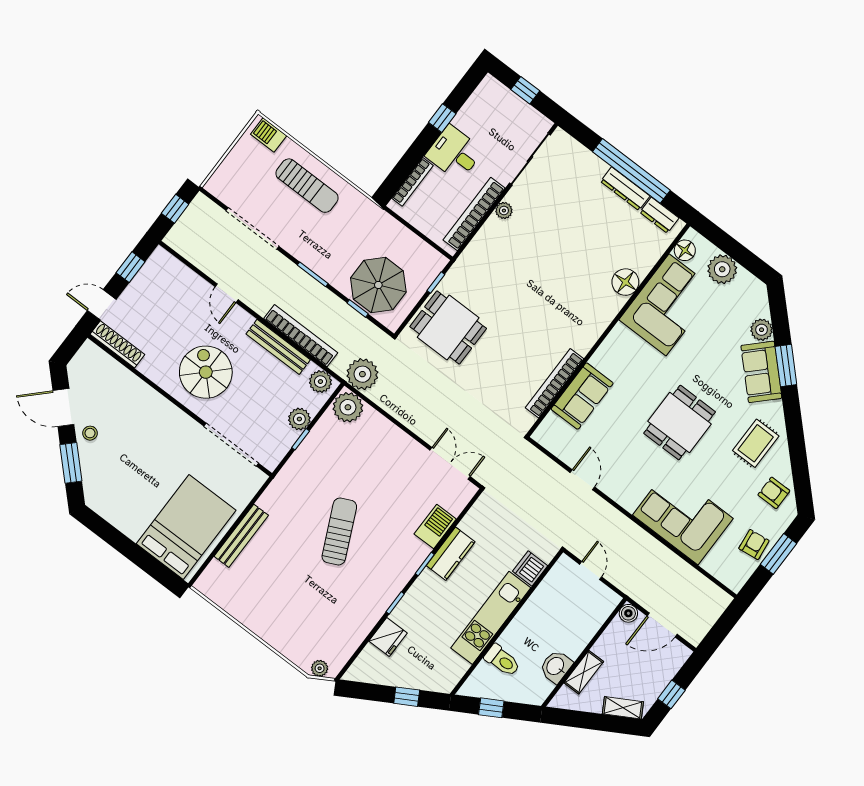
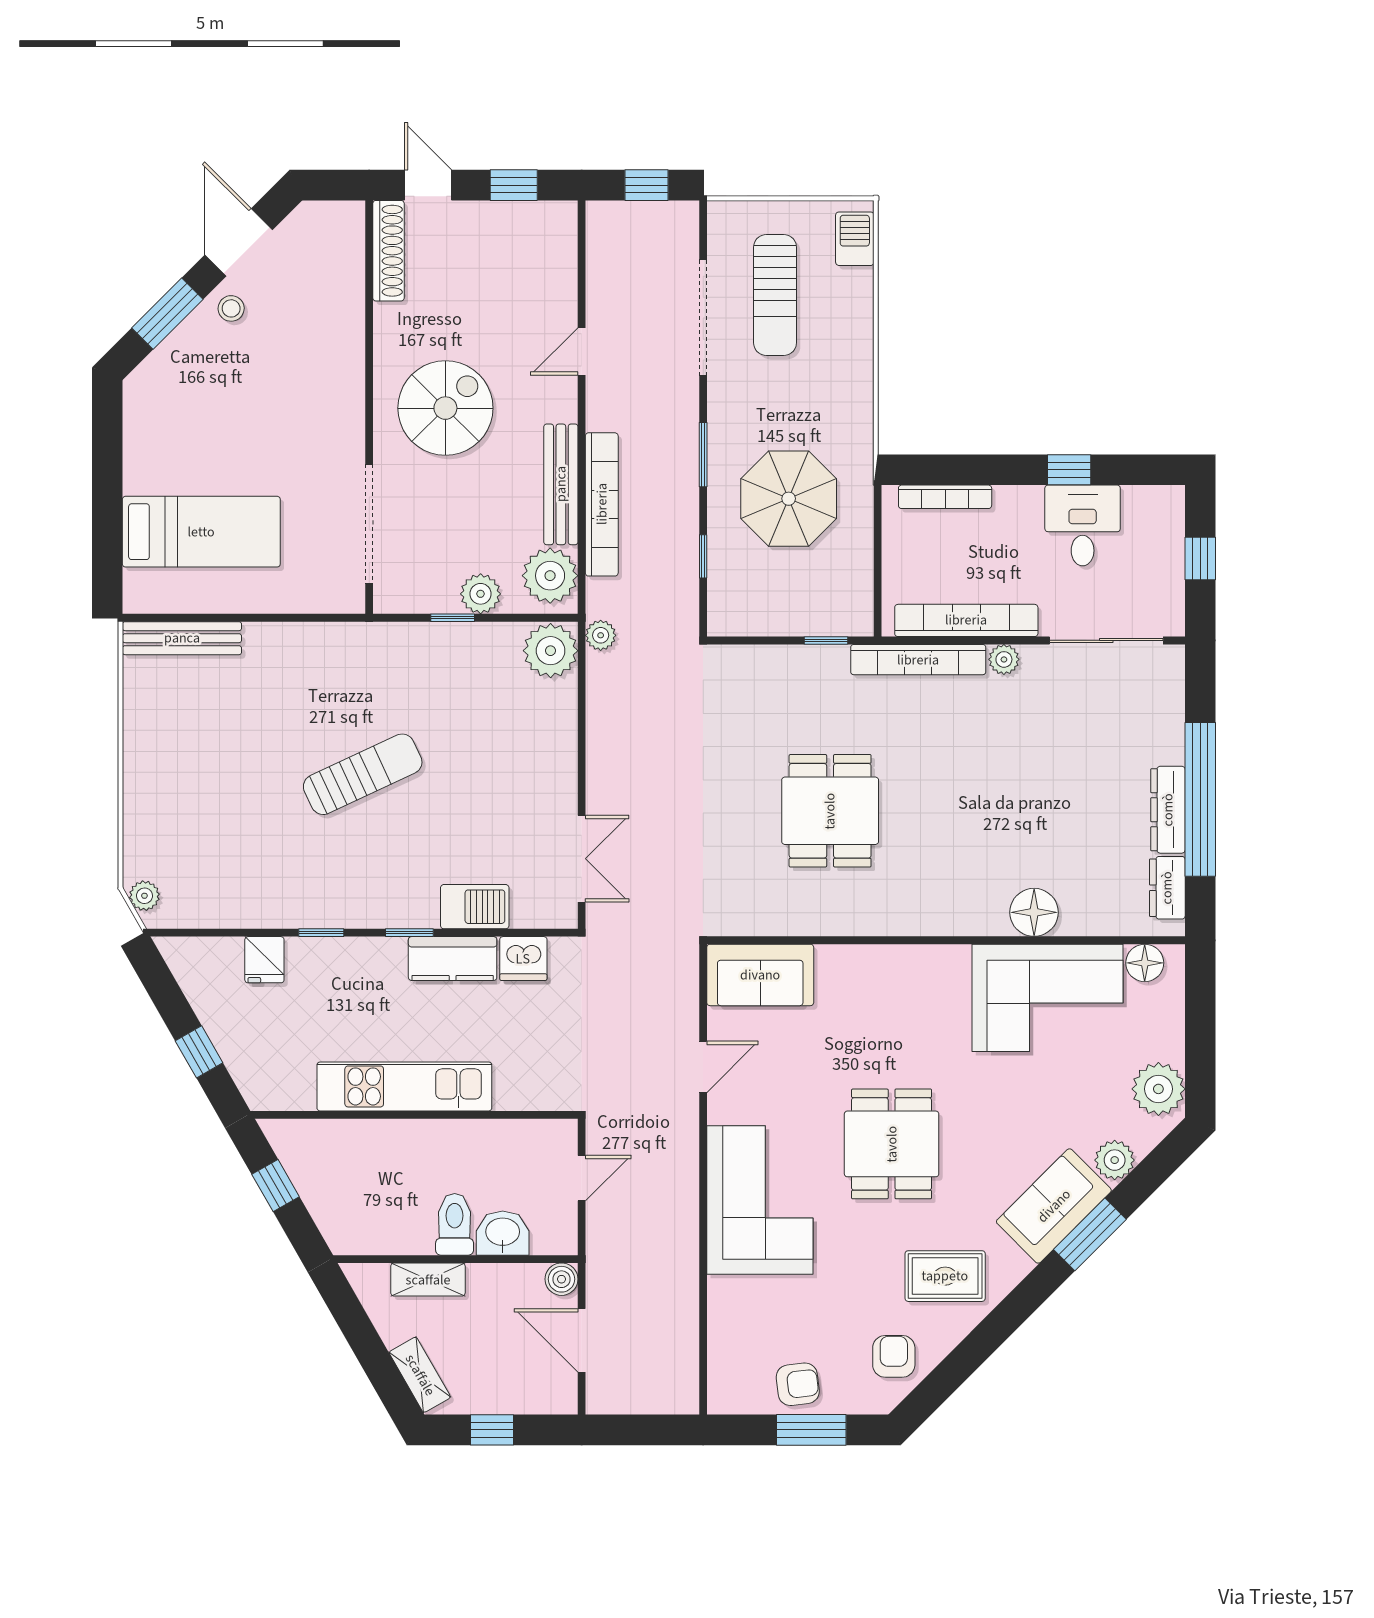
desk: (454, 153) -> (1083, 525), moved
sun lounger: (307, 186) -> (775, 295), moved
plant: (722, 269) -> (1158, 1089), moved
parasol: (378, 285) -> (789, 499), moved
dining table: (448, 328) -> (830, 811), moved
plant: (362, 374) -> (601, 635), width x0.53, depth x0.53
plant: (320, 382) -> (550, 576), width x1.36, depth x1.36
bookcase: (554, 383) -> (918, 660), moved, turned 180
sofa: (582, 396) -> (760, 975), moved
dining table: (680, 423) -> (892, 1144), turned 90
corner sofa: (683, 517) -> (760, 1200), moved
bed: (186, 527) -> (201, 532), width x0.67
bench: (241, 536) -> (182, 638), moved
dishwasher: (530, 569) -> (523, 959), moved, turned 180
fridge: (388, 637) -> (264, 960), width x0.72
toilet: (502, 660) -> (455, 1224), moved, turned 180
washbasin: (556, 666) -> (503, 1233), moved

